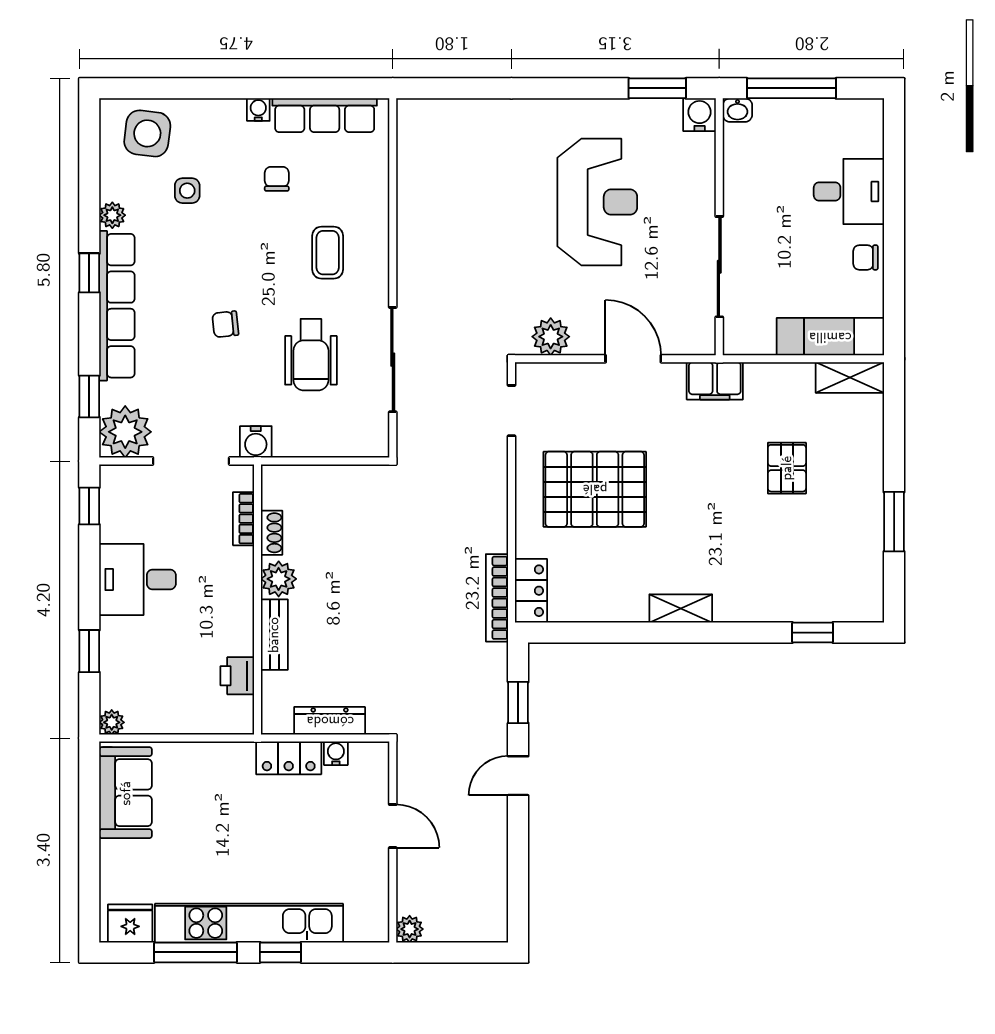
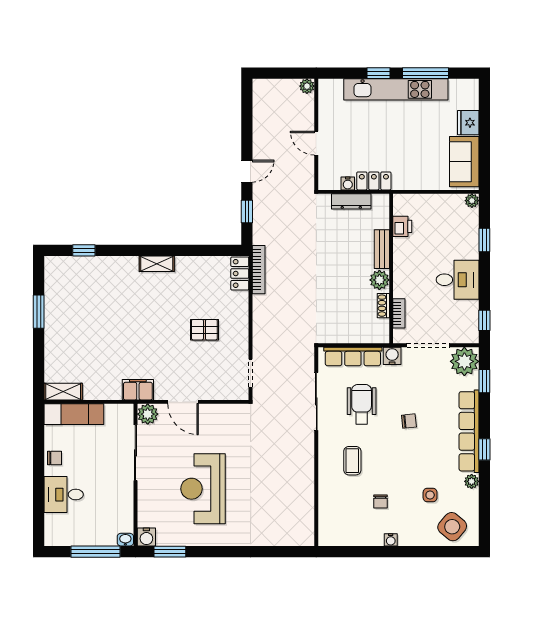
row of seats: (325, 115) -> (353, 357), moved, turned 180
side table: (147, 133) -> (452, 527), turned 33
plant: (551, 337) -> (148, 414), moved
pallet: (787, 468) -> (98, 341), removed
pallet: (595, 489) -> (204, 330), width x0.49, depth x0.50
fridge: (130, 923) -> (468, 123), moved, turned 90

